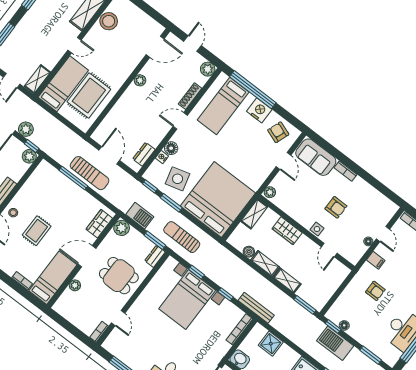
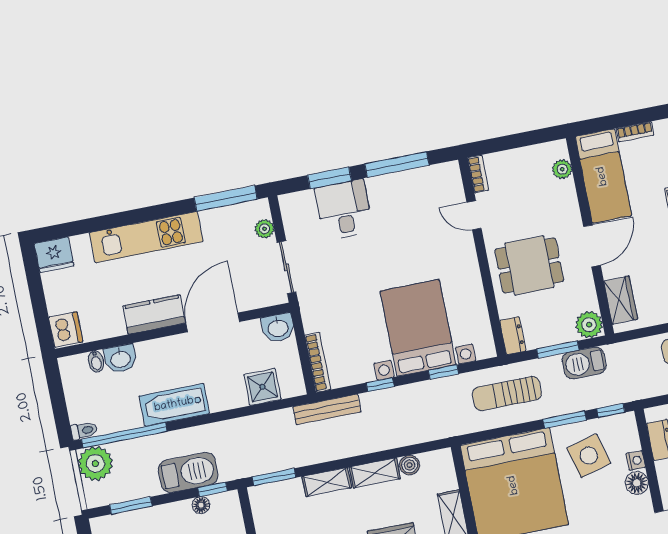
sun lounger: (182, 237) -> (507, 394), turned 180
window: (155, 240) -> (558, 349), moved
plant: (75, 285) -> (562, 169), moved

